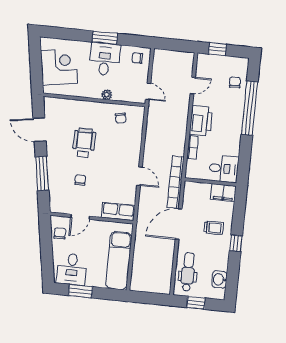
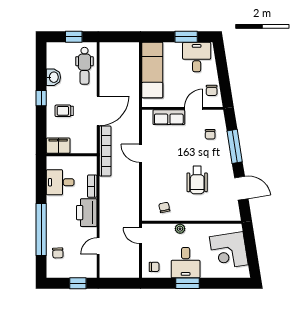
desk: (224, 169) -> (60, 182), moved
chair: (80, 180) -> (210, 134), moved
row of seats: (118, 211) -> (169, 117), moved
washbasin: (219, 279) -> (53, 77), moved

